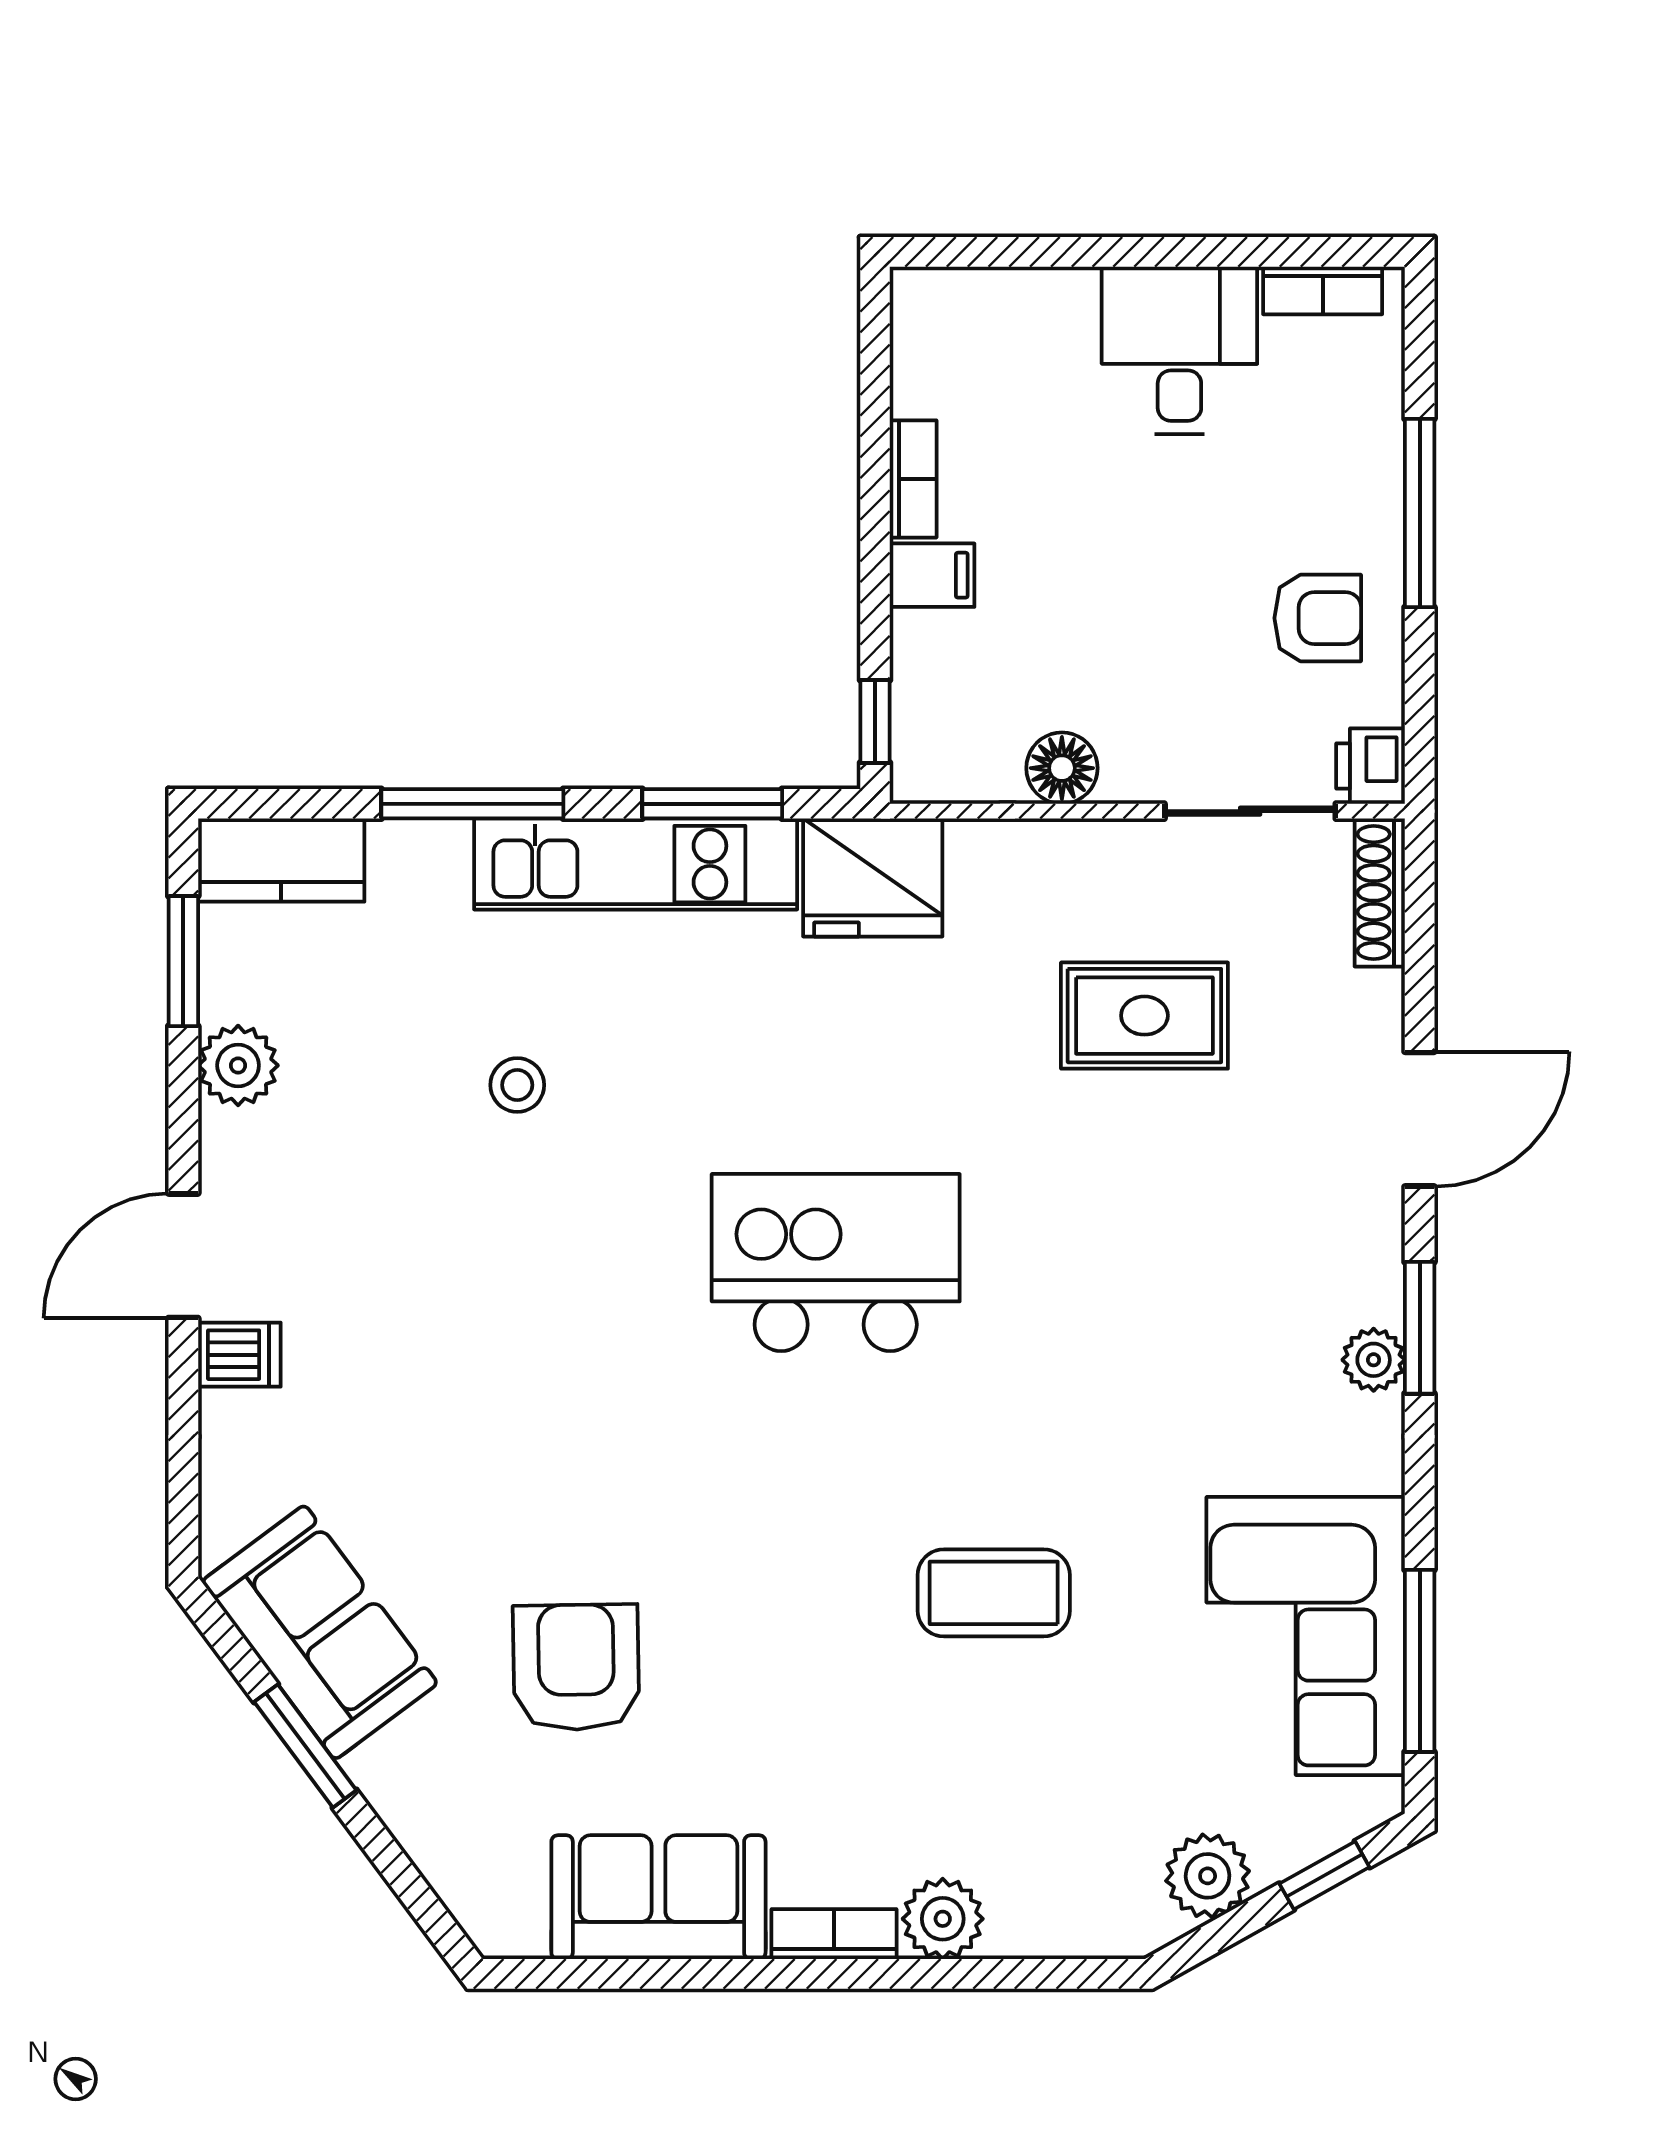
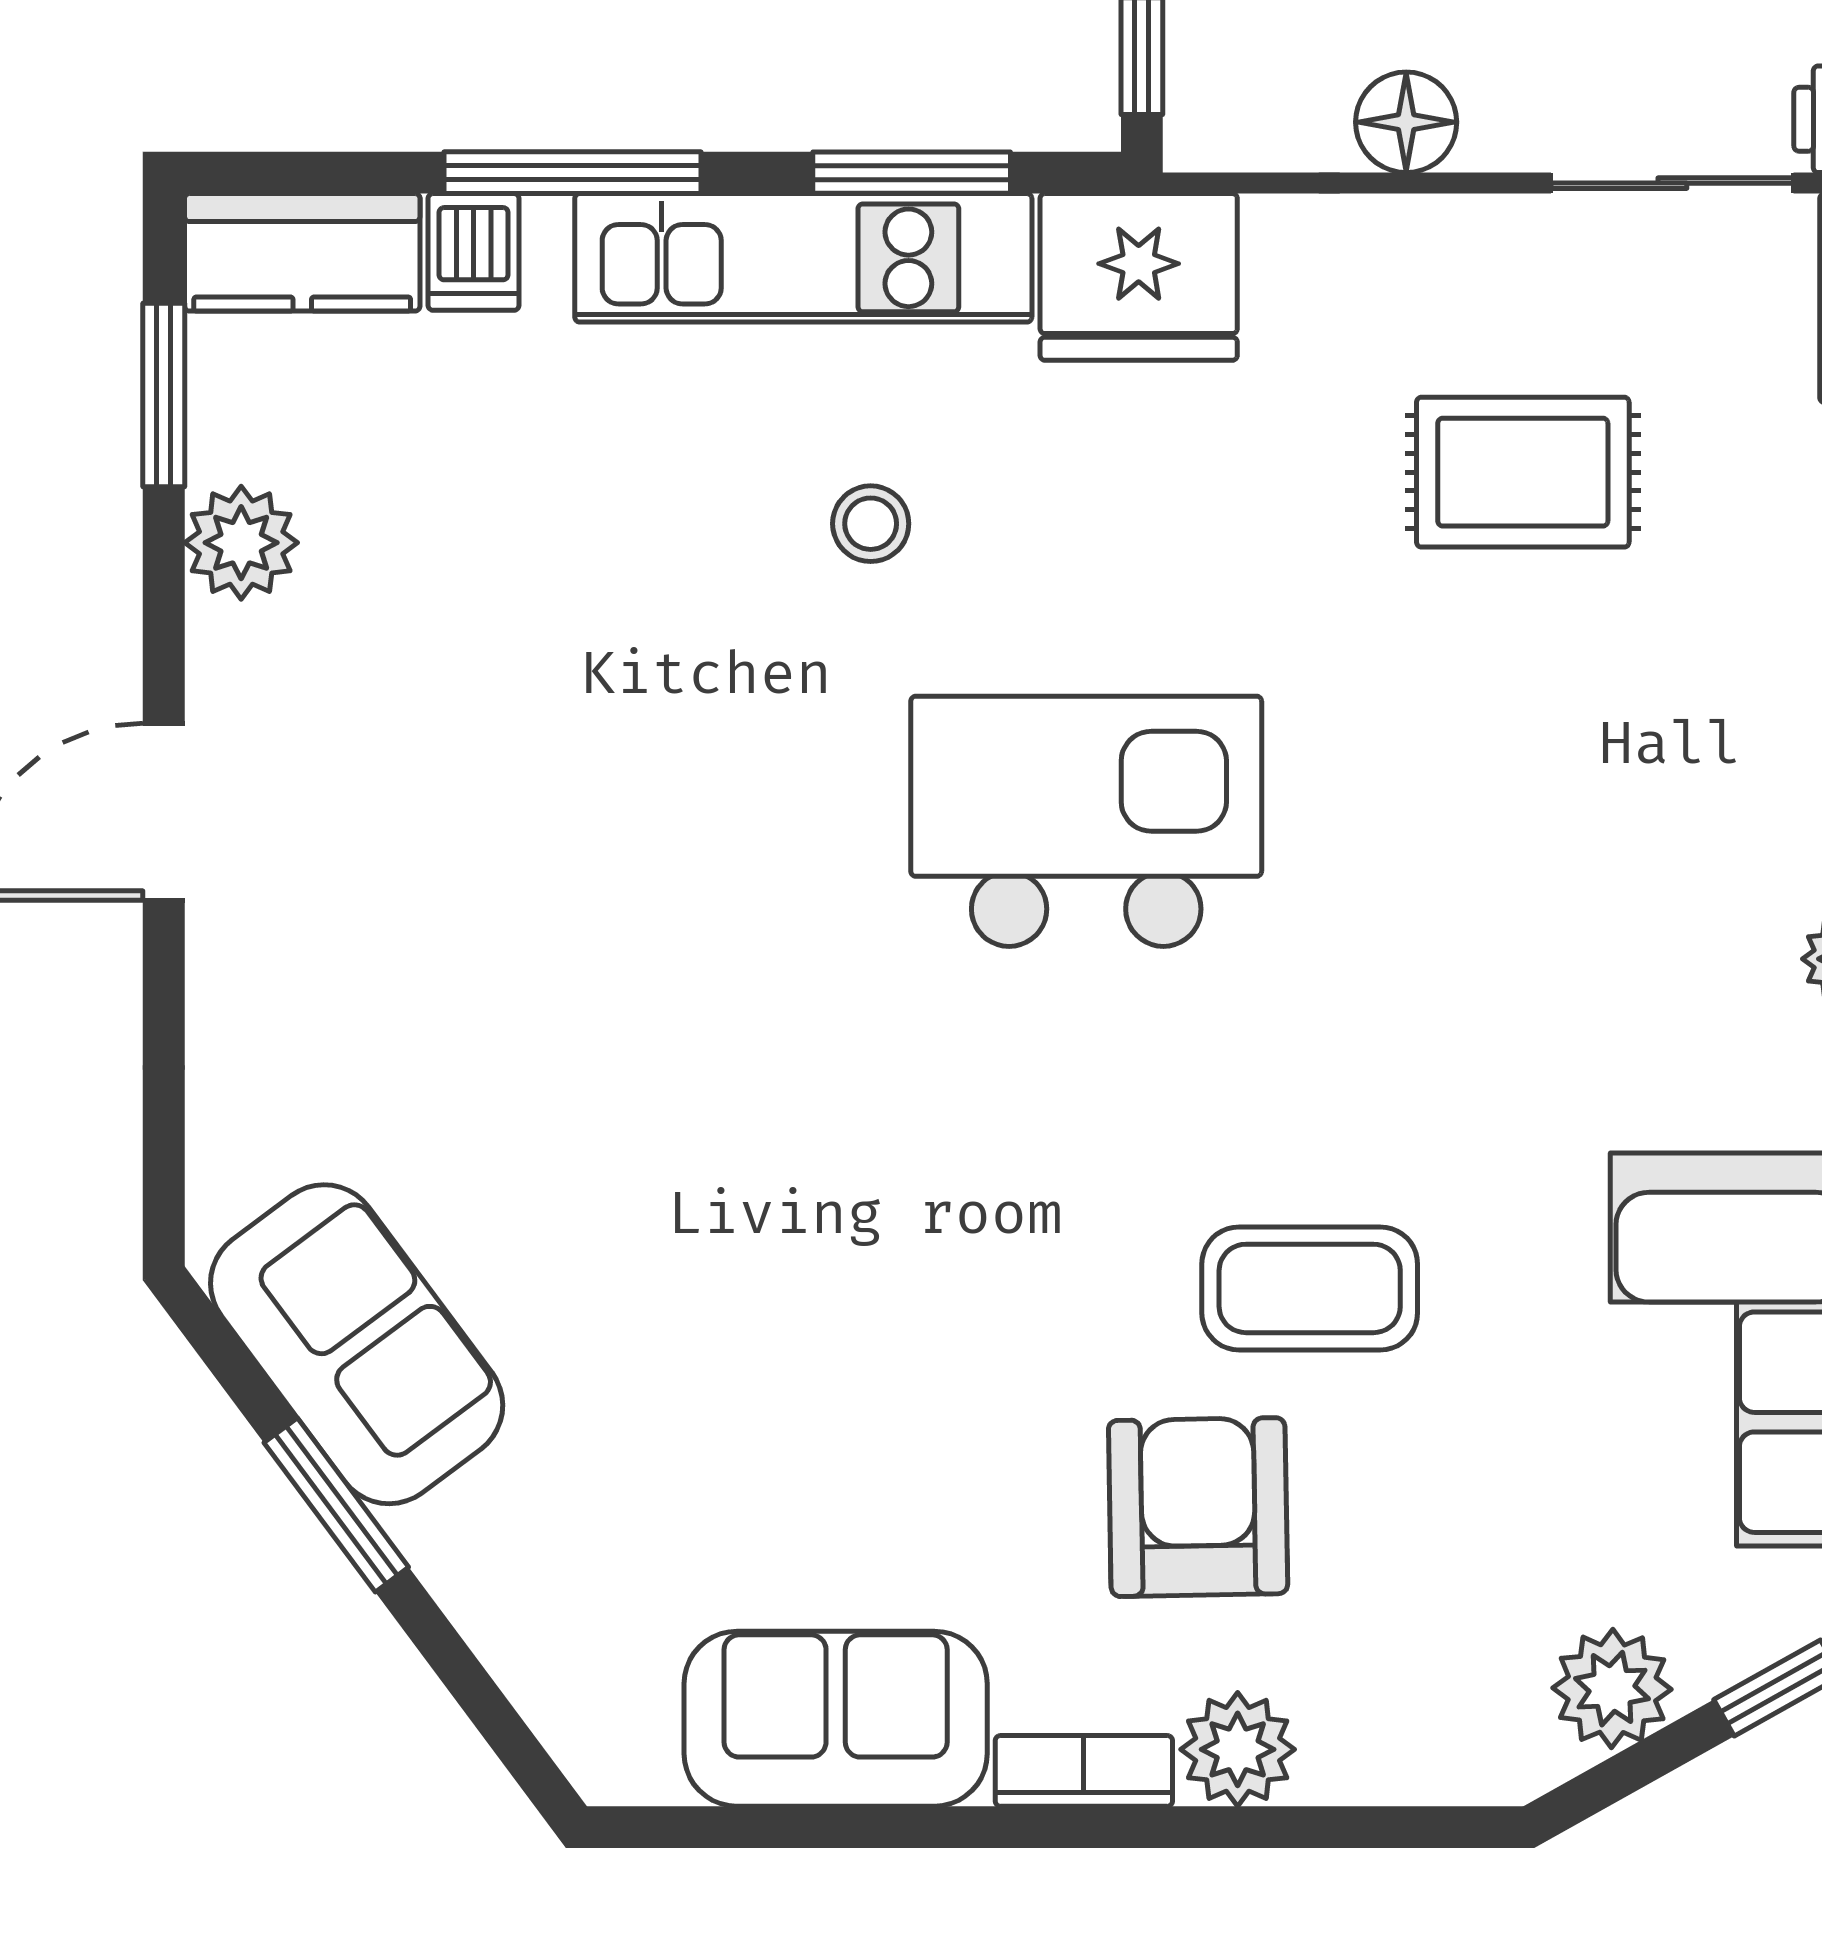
stool: (517, 1085) -> (871, 524), moved
dishwasher: (239, 1355) -> (474, 252), moved, turned 90
armchair: (576, 1667) -> (1198, 1507), moved

